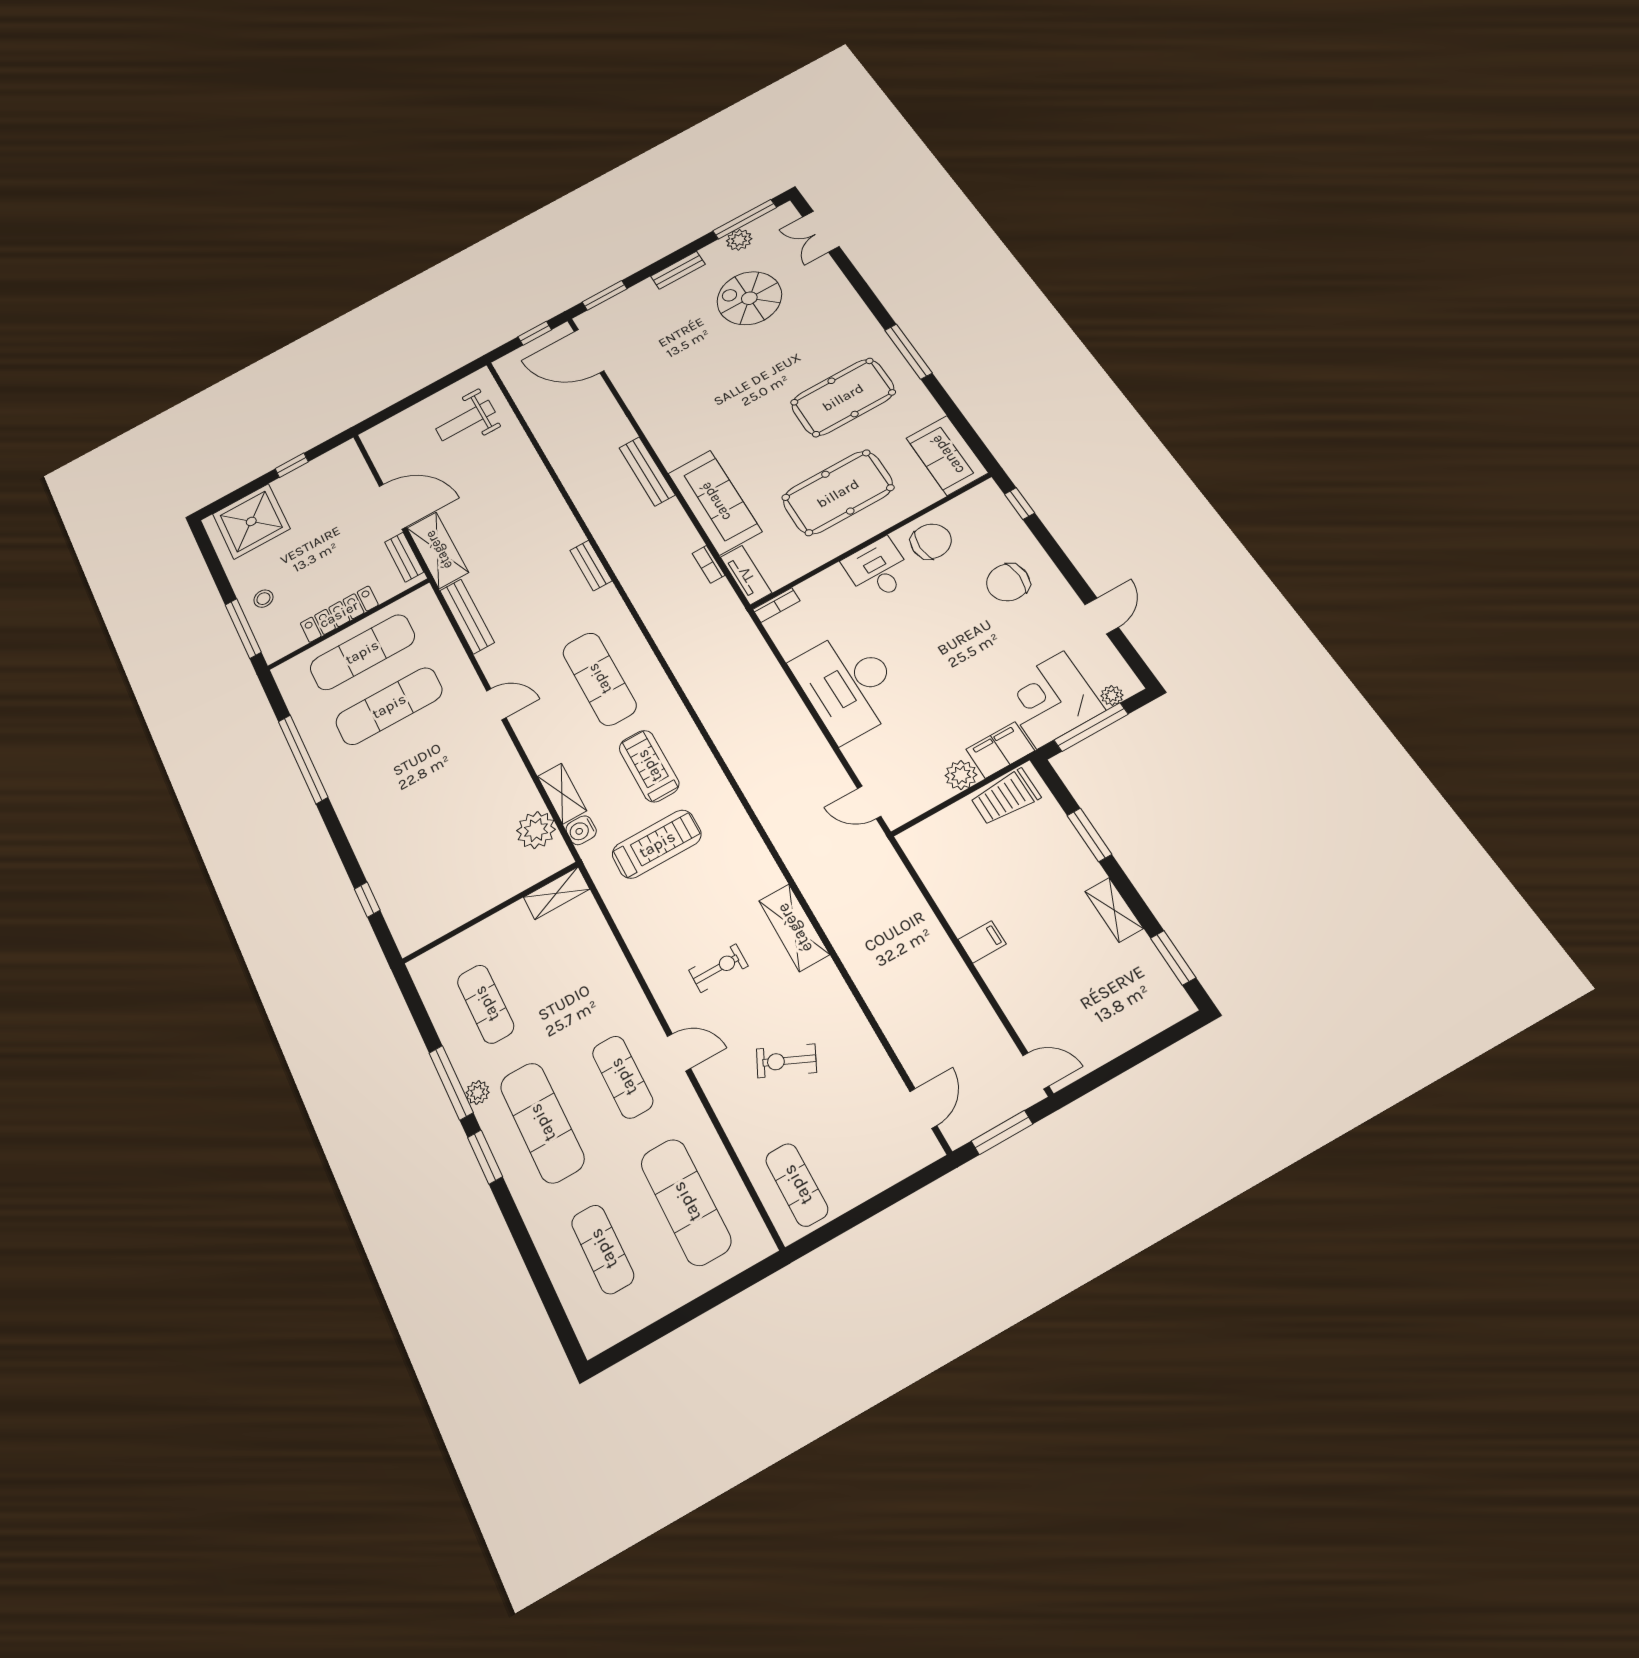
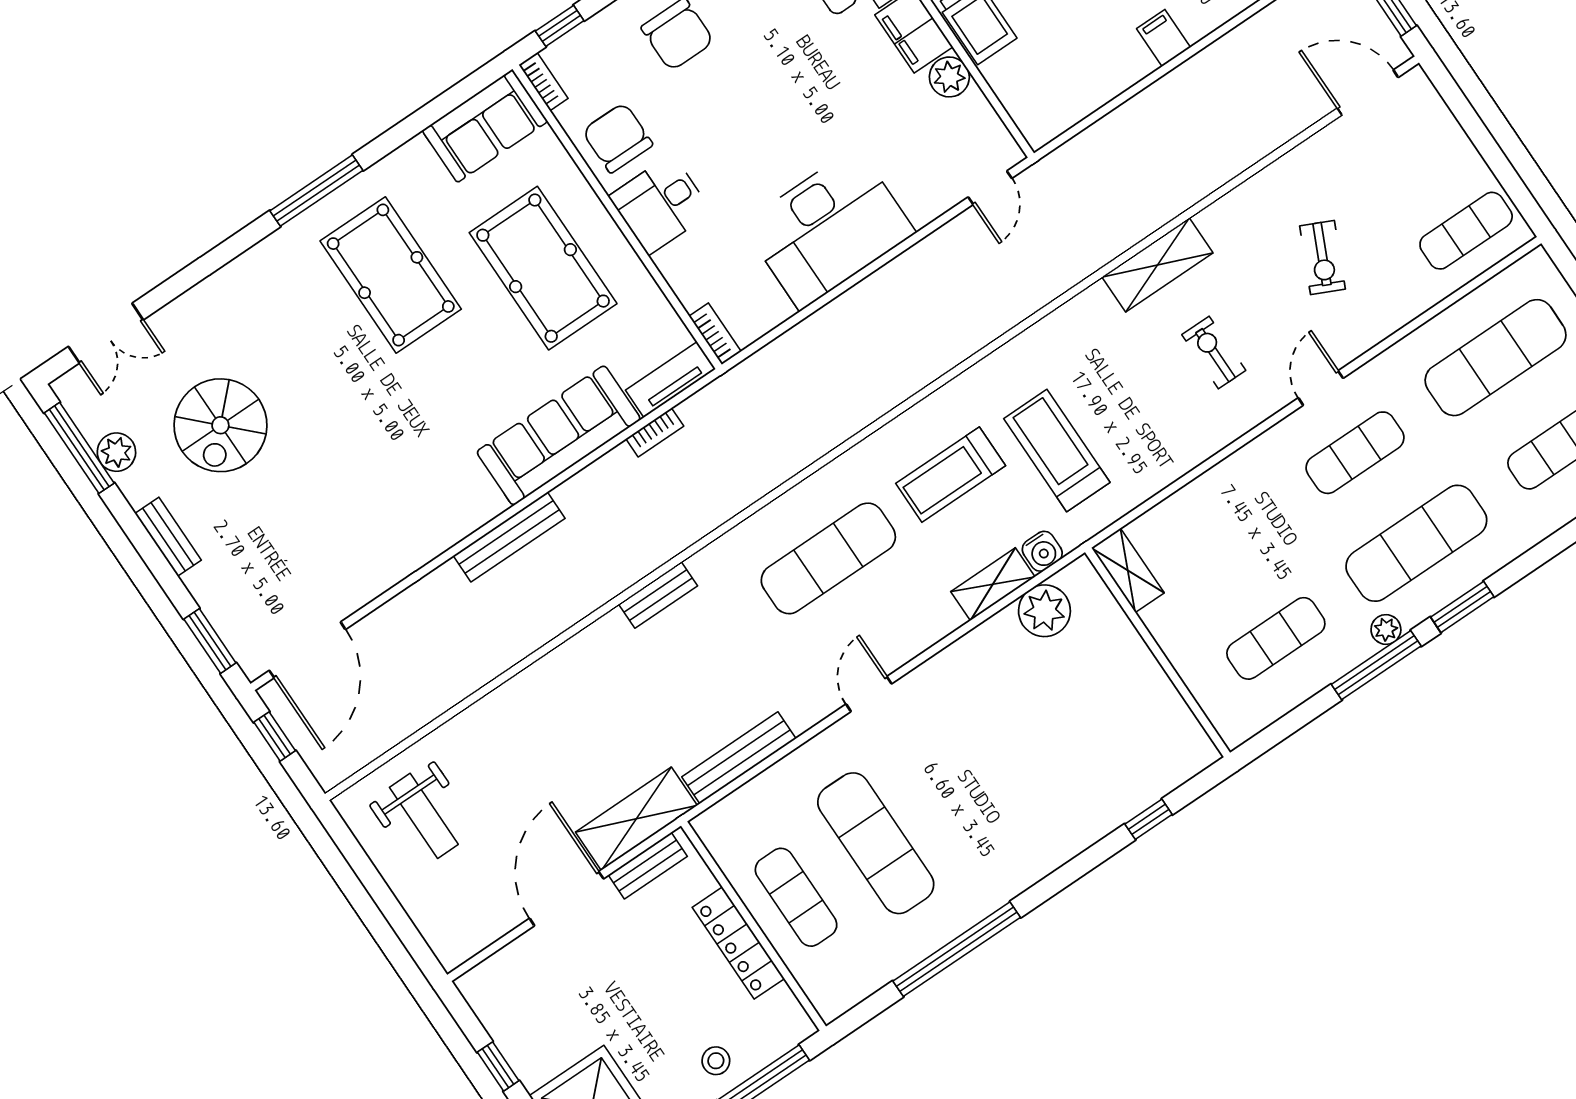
bookcase: (978, 493) -> (543, 82), added
exercise mat: (362, 652) -> (796, 897), width x0.73, depth x0.69
door: (923, 1108) -> (1368, 93), width x1.38

